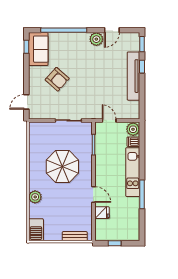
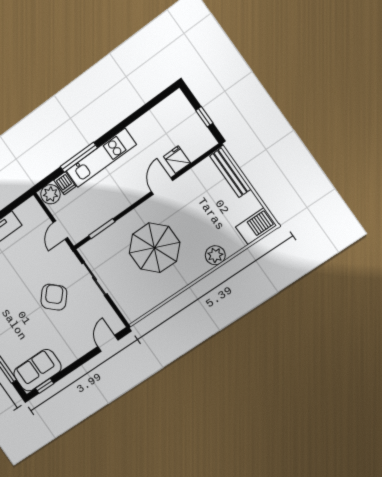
armchair: (57, 79) -> (54, 297), moved
door: (26, 102) -> (108, 343), swing flipped
window: (142, 194) -> (79, 157), moved
bench: (75, 236) -> (230, 173), width x1.36

